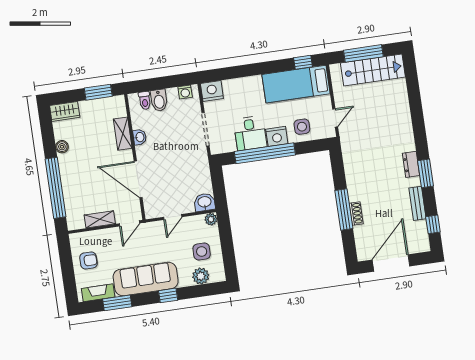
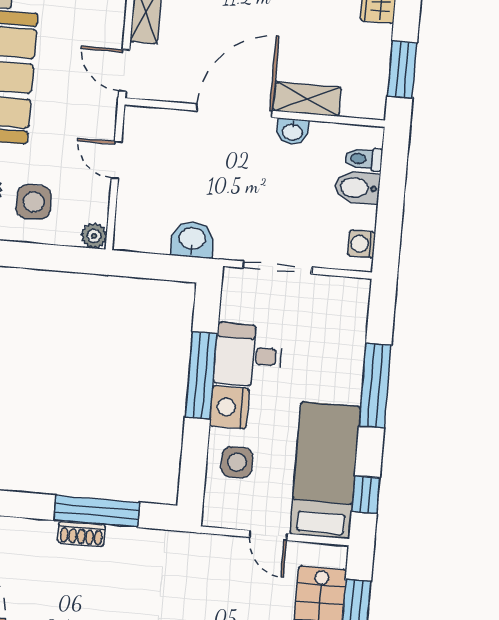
window: (251, 70) -> (375, 386), added
nightstand: (212, 91) -> (351, 298), removed
door: (335, 118) -> (268, 535), moved
window: (265, 153) -> (201, 375), width x0.68
door: (138, 179) -> (235, 111), moved
washbasin: (205, 202) -> (192, 240), moved, turned -90
window: (344, 209) -> (97, 511), moved
shoe rack: (356, 213) -> (81, 534), moved

